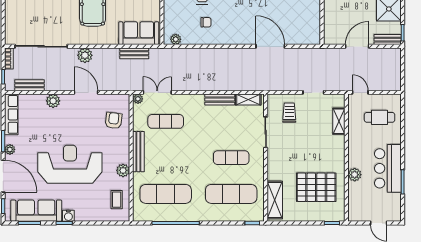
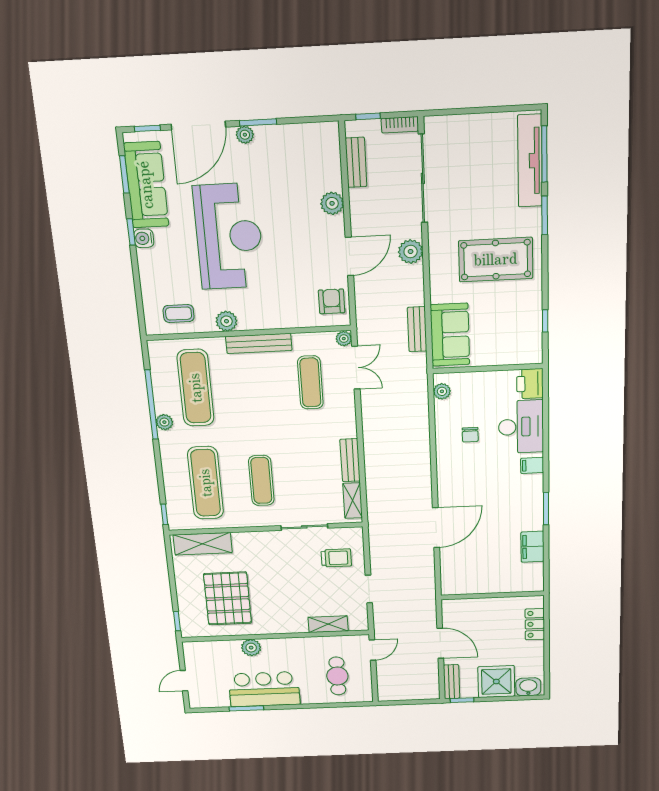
row of seats: (11, 114) -> (305, 134), removed
armchair: (114, 121) -> (332, 301), moved, turned -97
plant: (188, 216) -> (164, 422), added

